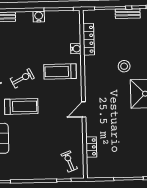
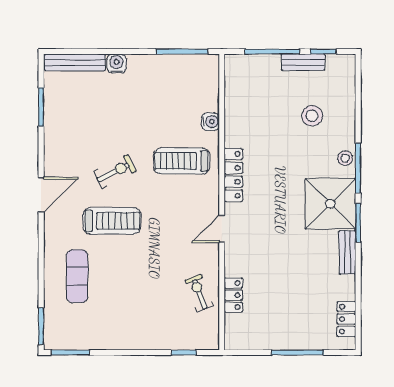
water cooler: (39, 17) -> (117, 64), moved
locker: (89, 39) -> (233, 175), moved
stool: (124, 66) -> (312, 116), moved
exercise bike: (69, 161) -> (199, 293), moved

